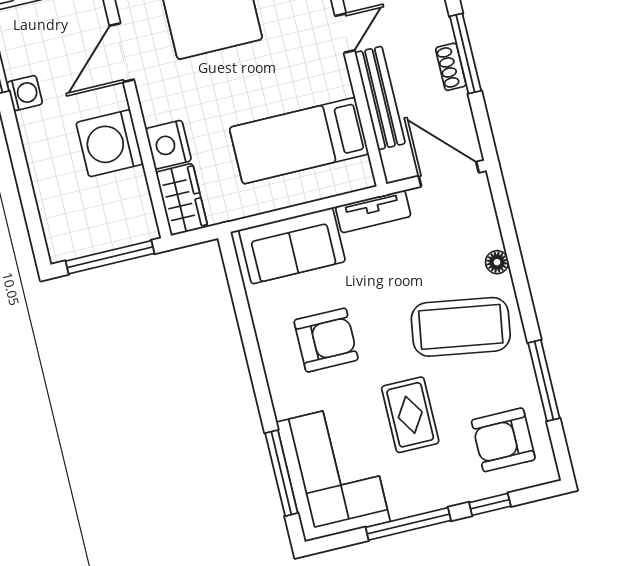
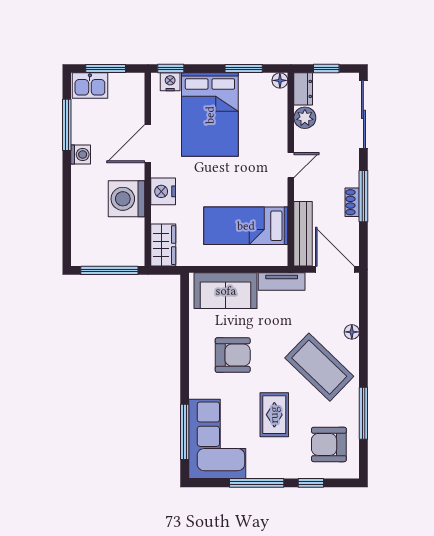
bench: (380, 98) -> (303, 234), moved
nightstand: (168, 145) -> (163, 191), moved
coffee table: (461, 327) -> (319, 367), turned 35

